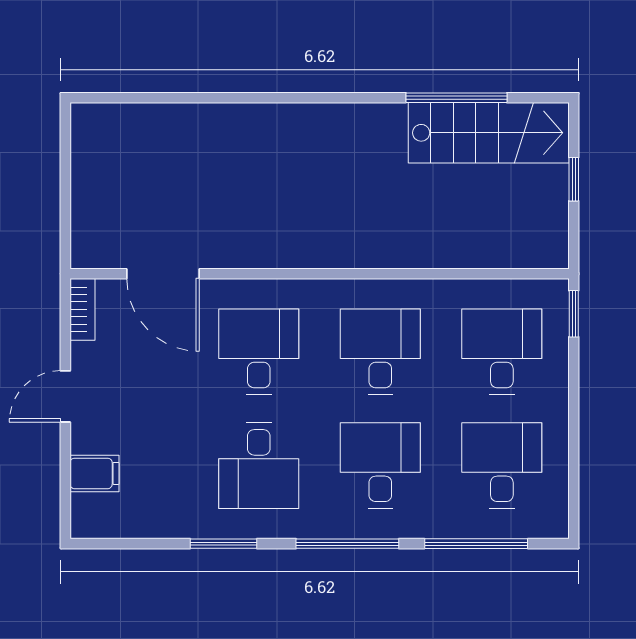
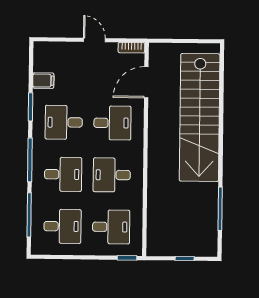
stairs: (489, 133) -> (200, 117), moved, width x1.86, depth x1.51
desk: (380, 352) -> (112, 175), turned 180
filing cabinet: (94, 473) -> (43, 81), moved, turned -90

